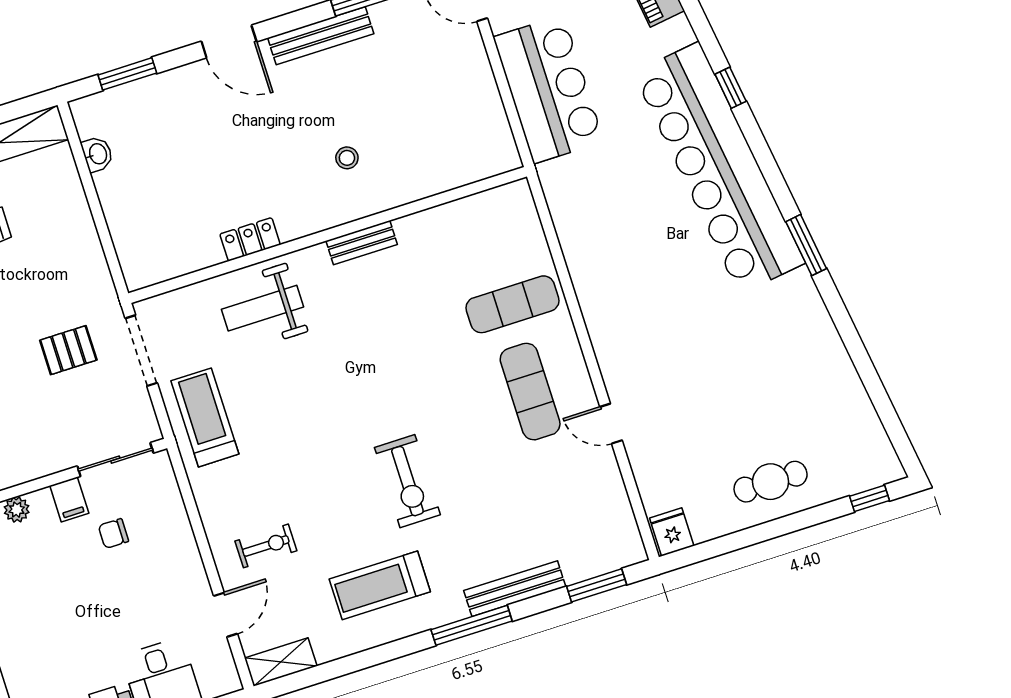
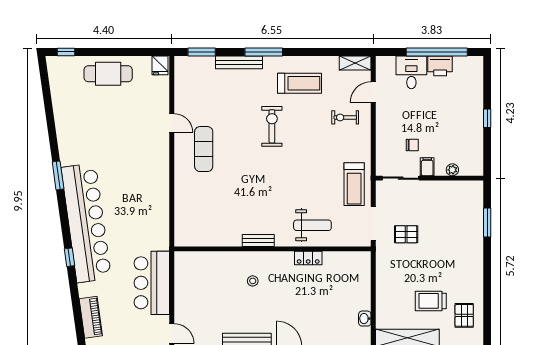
exercise mat: (513, 304) -> (199, 191), removed
cafe table: (771, 482) -> (108, 74), width x1.37, depth x1.35

